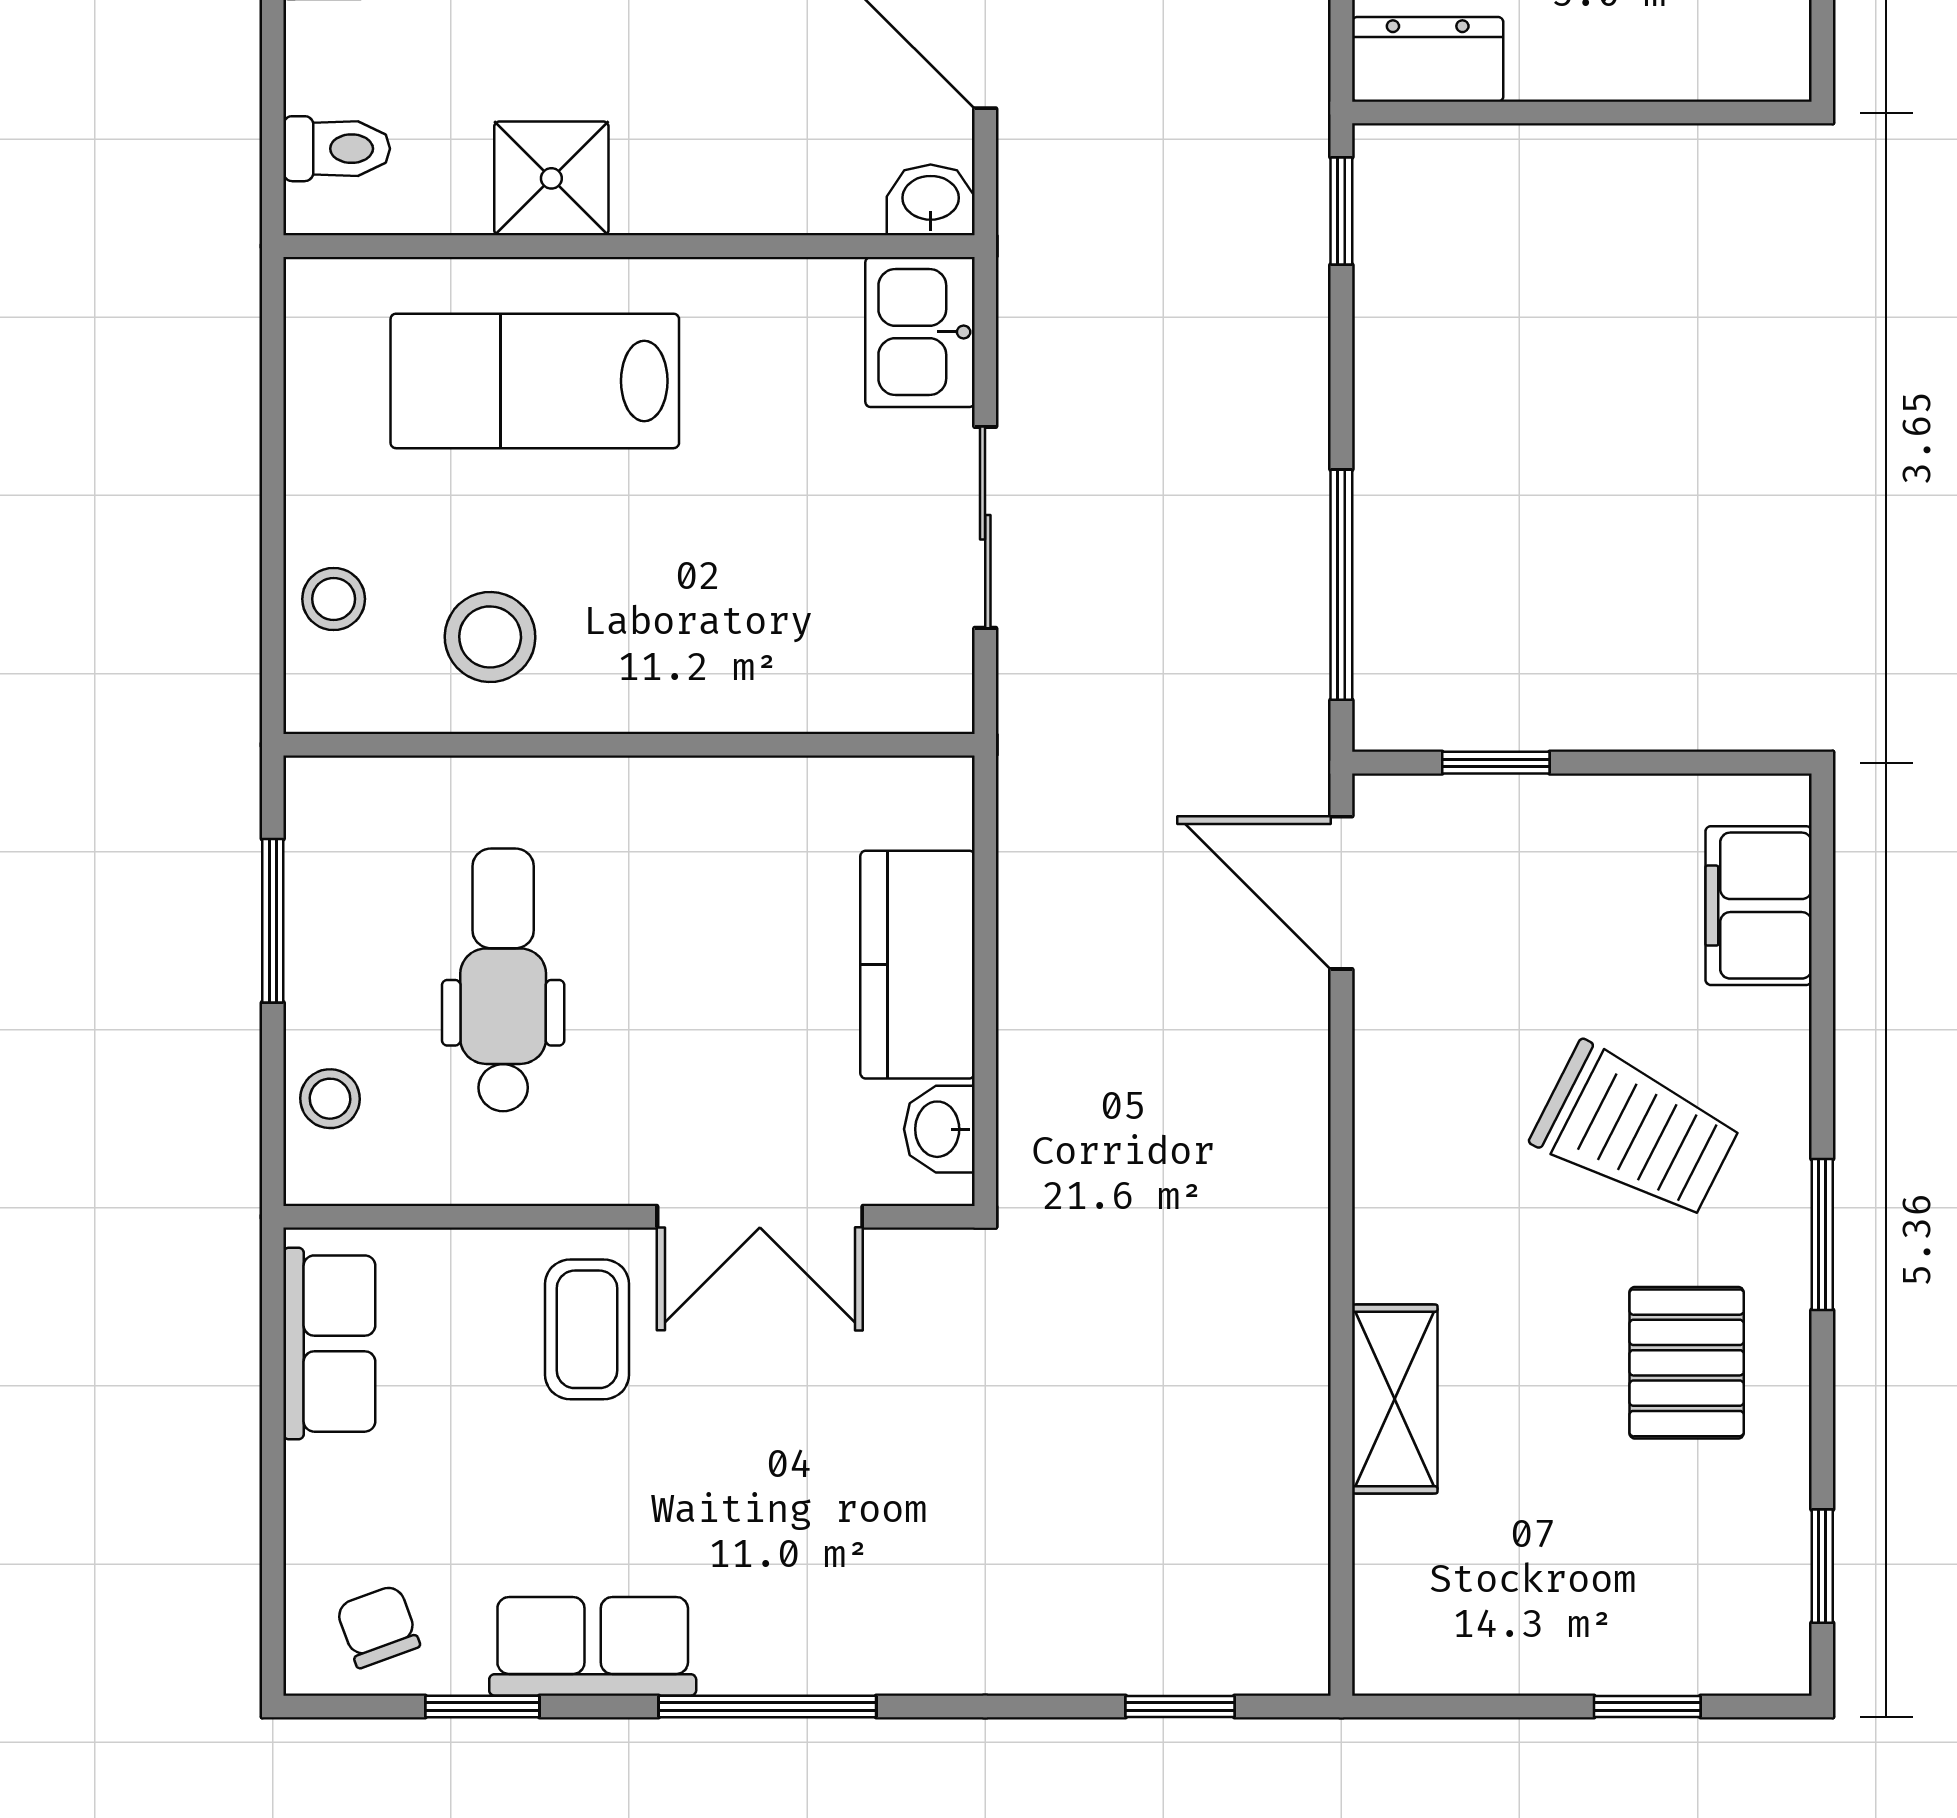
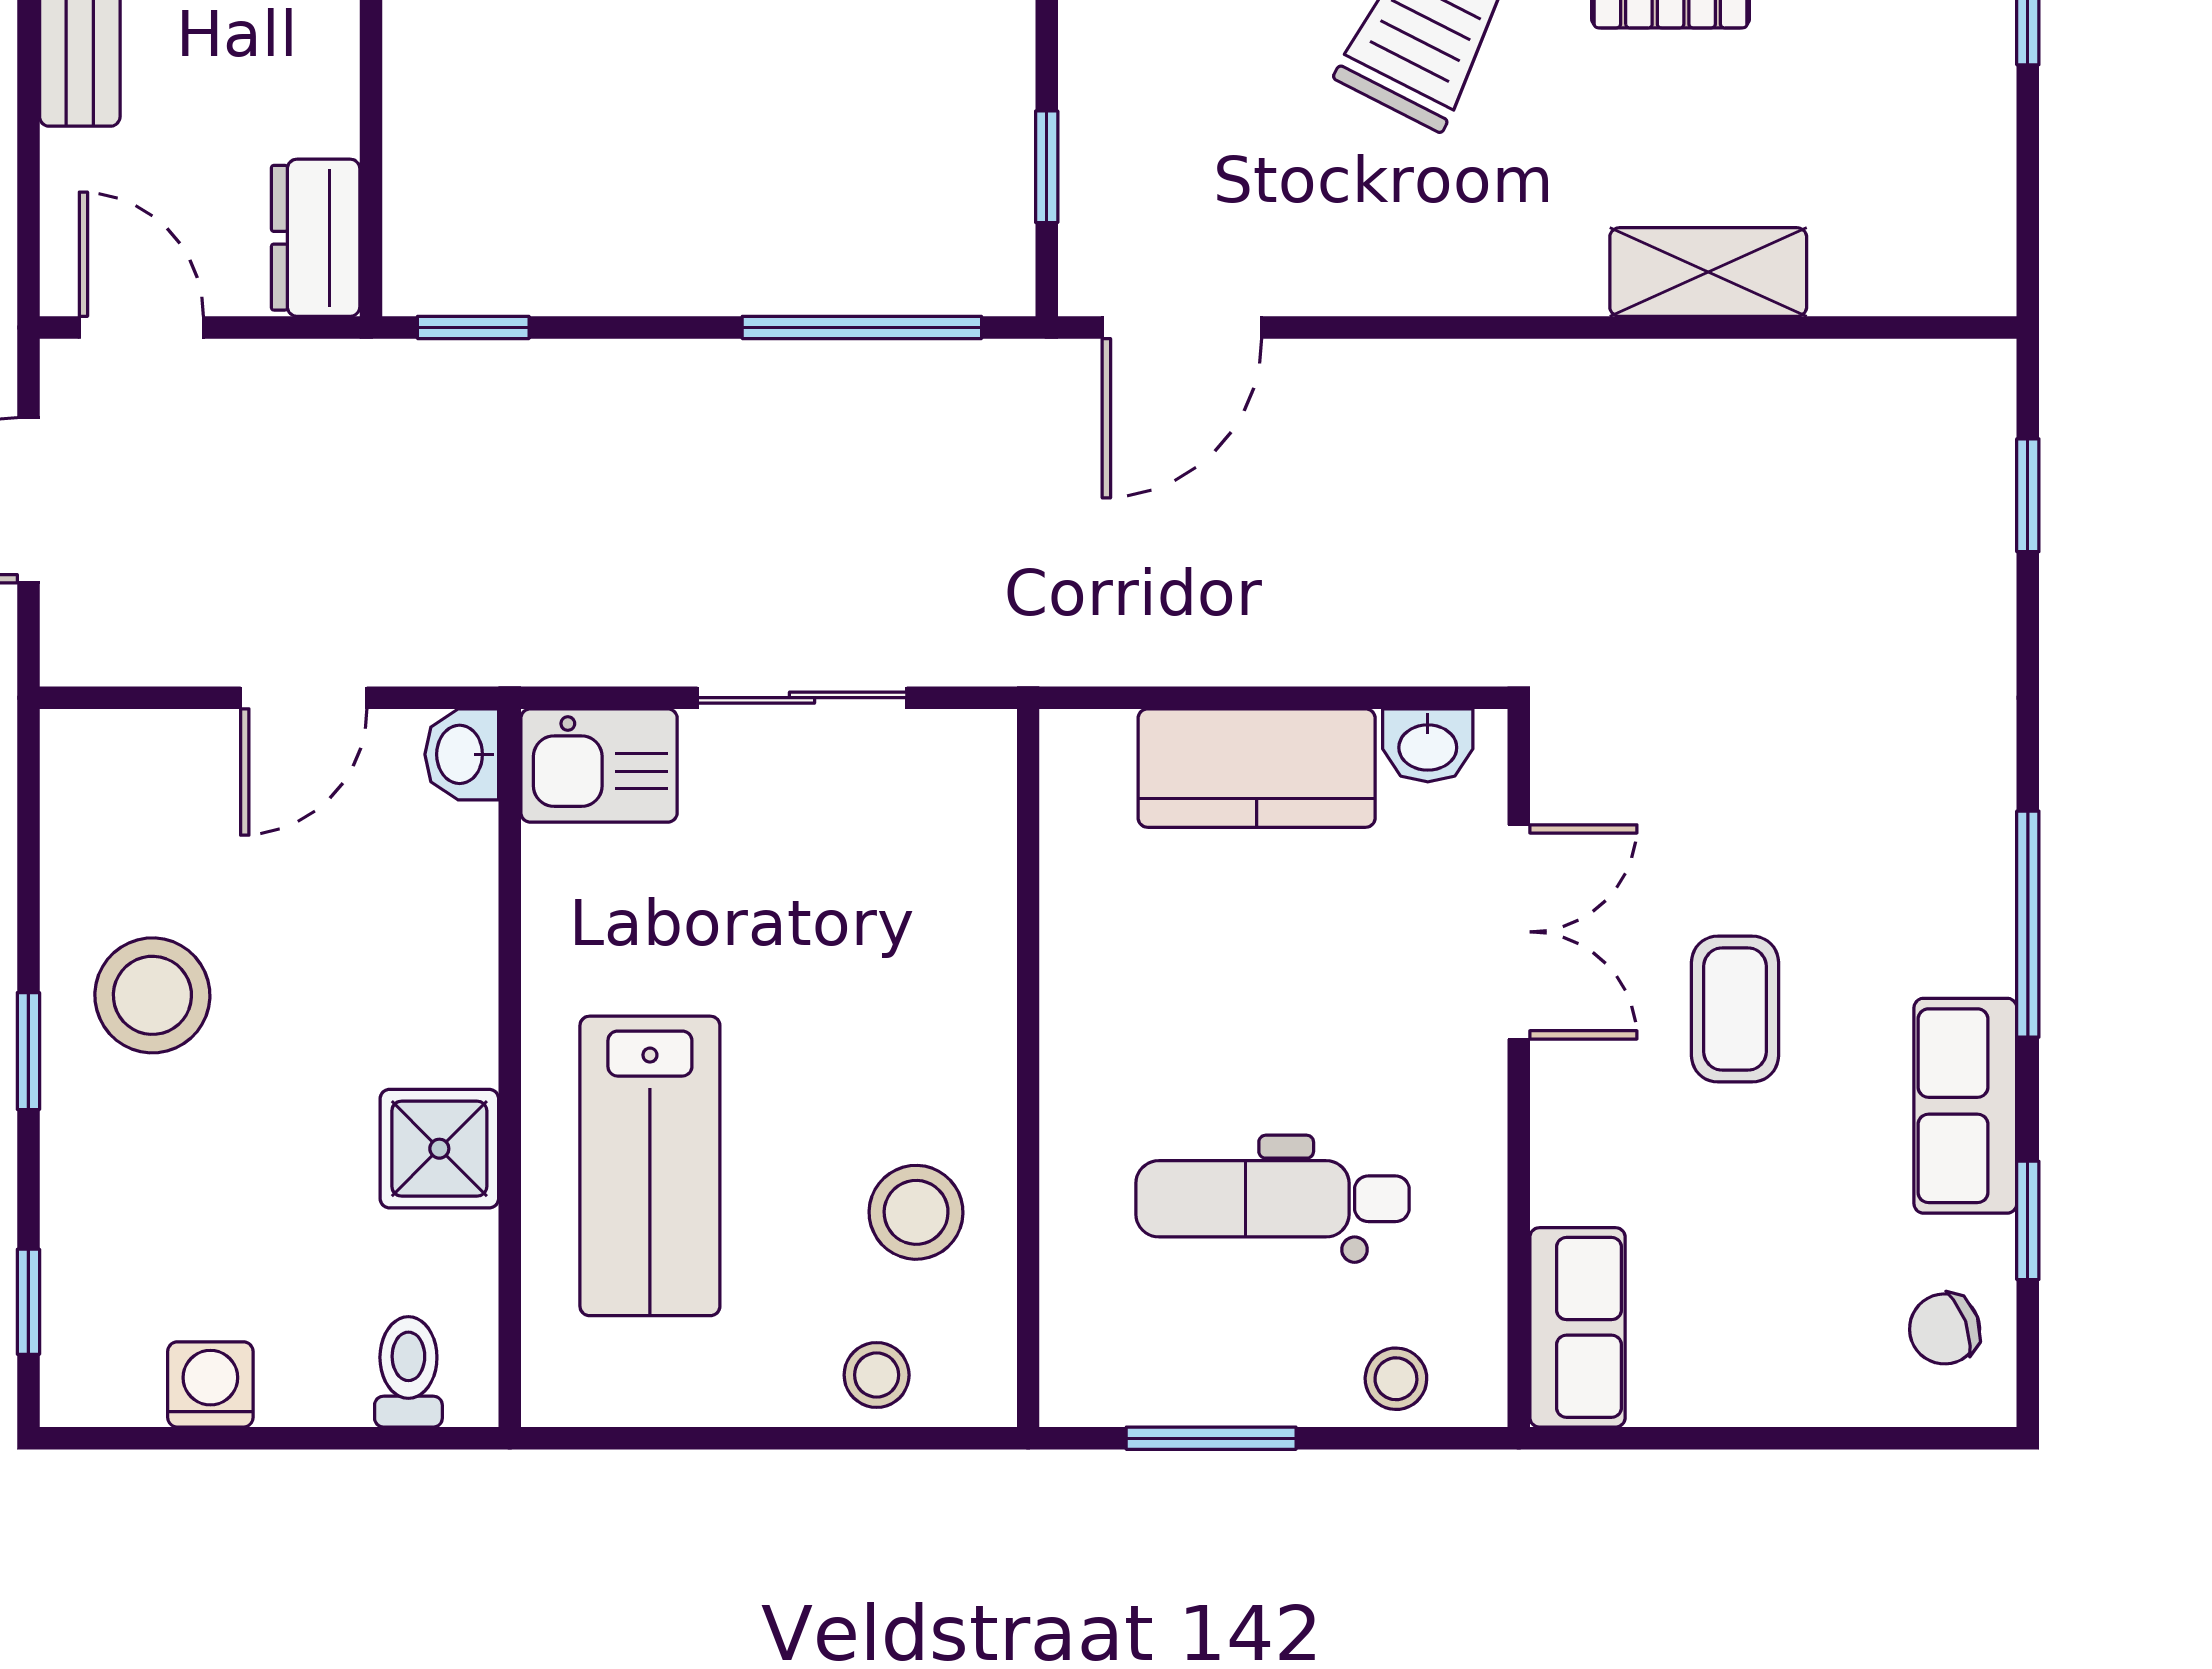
coffee table: (587, 1329) -> (1735, 1009), moved, turned 90
row of seats: (329, 1344) -> (1578, 1327), moved, turned 90

